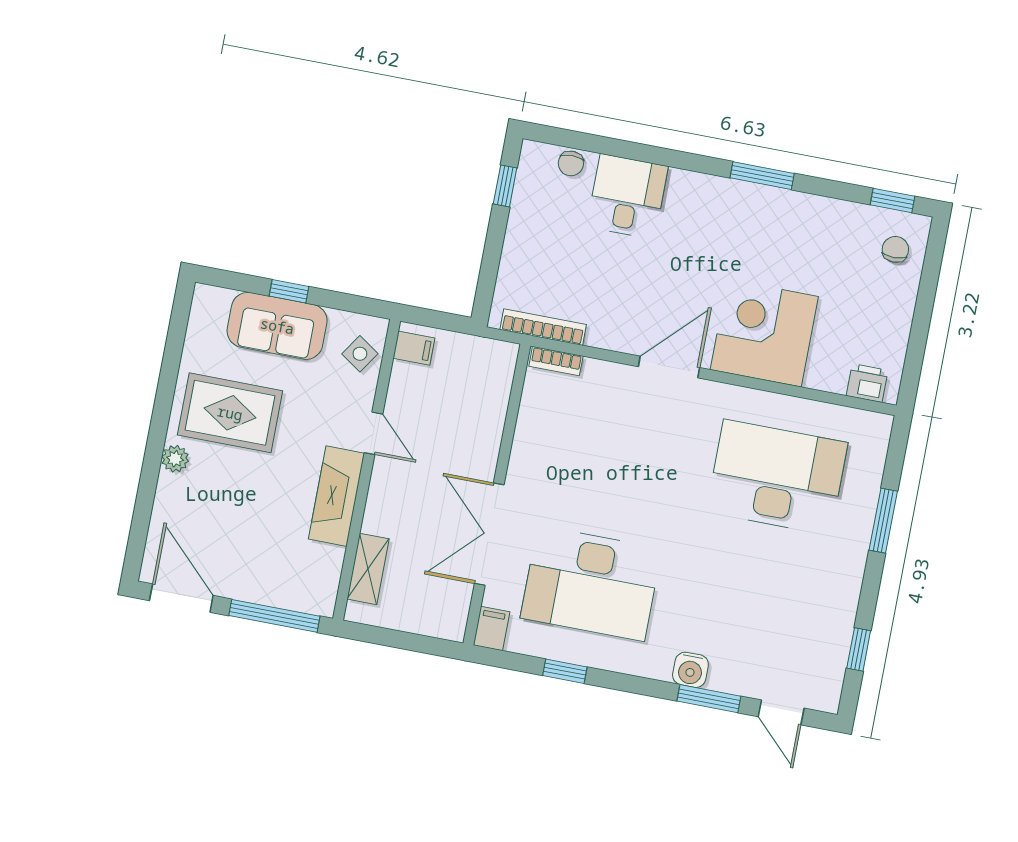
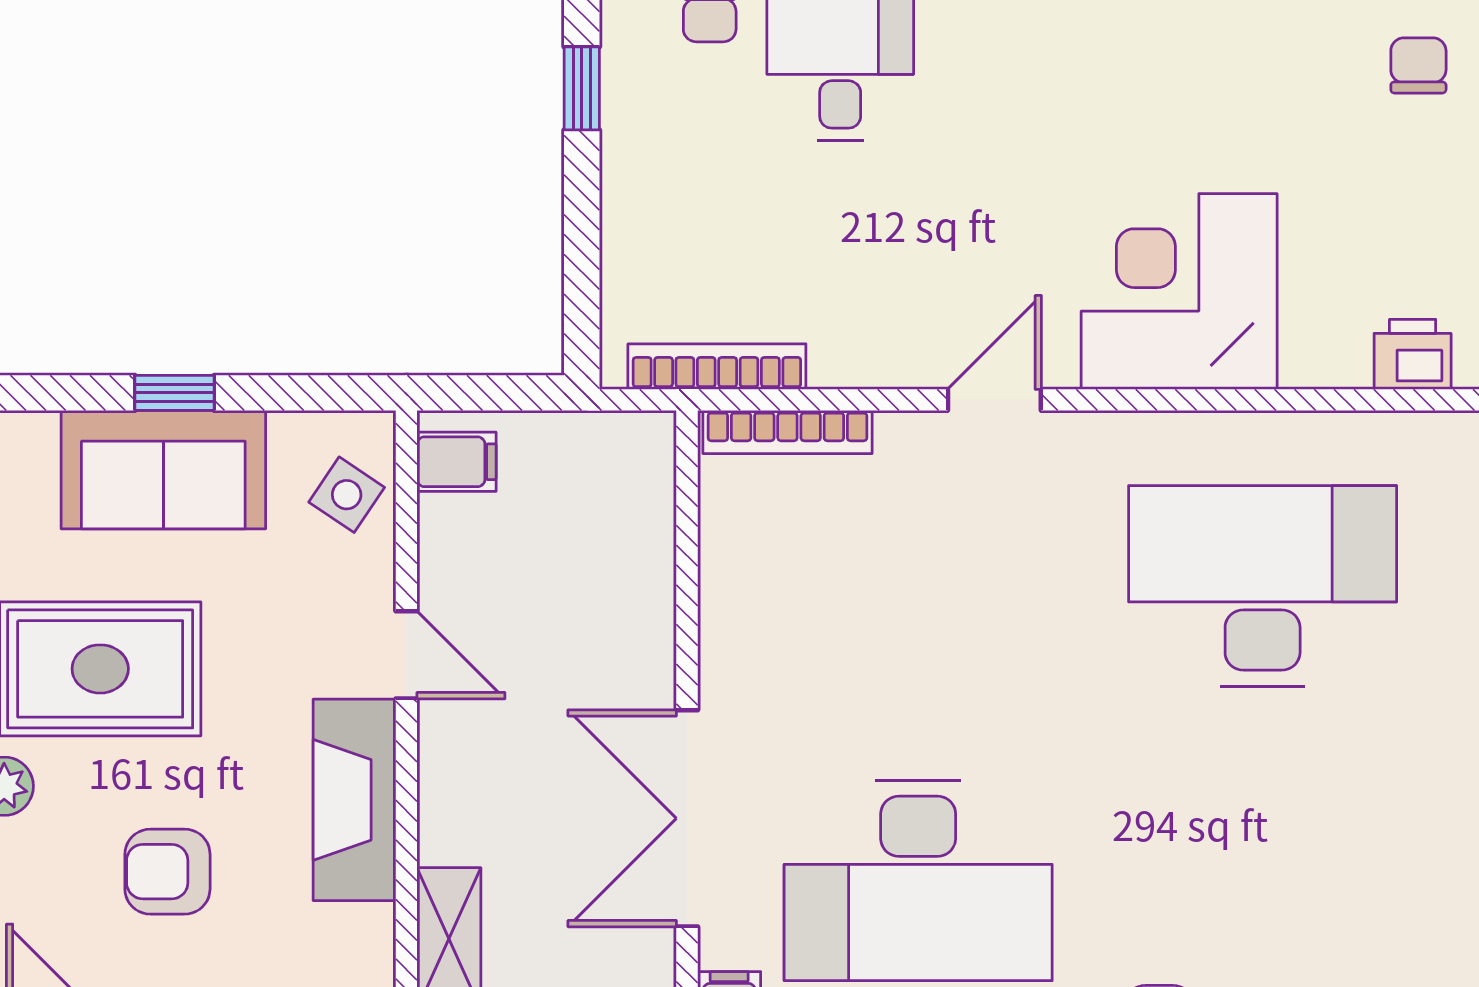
bookcase: (556, 361) -> (787, 432), width x1.56
door: (669, 367) -> (994, 400), width x0.73
armchair: (243, 513) -> (167, 872), added

